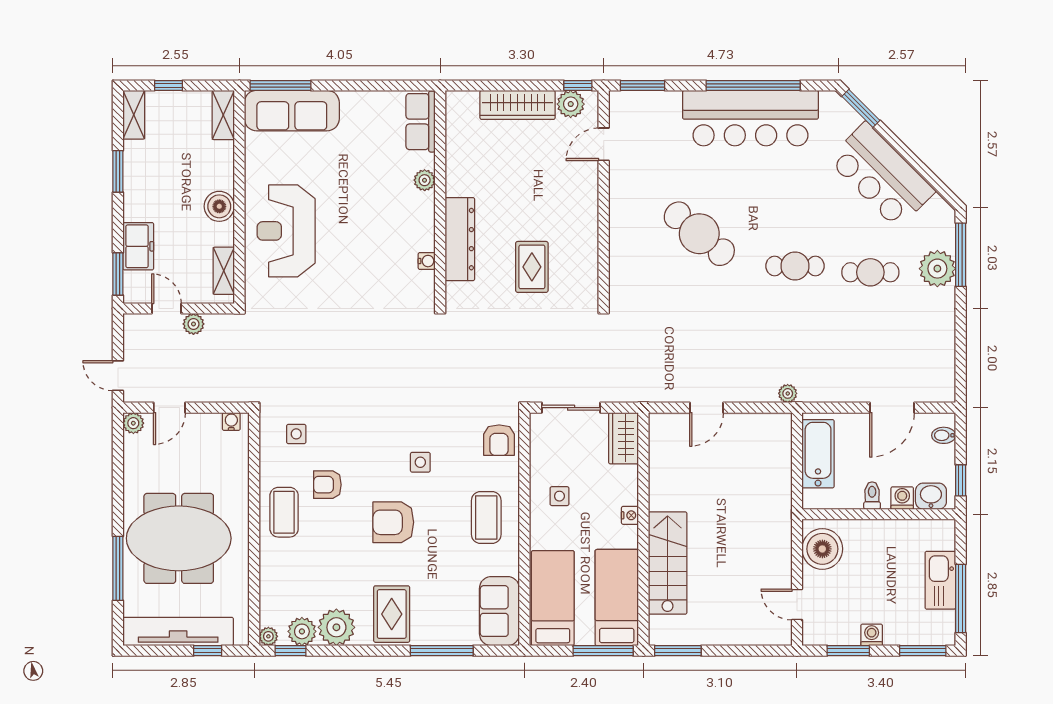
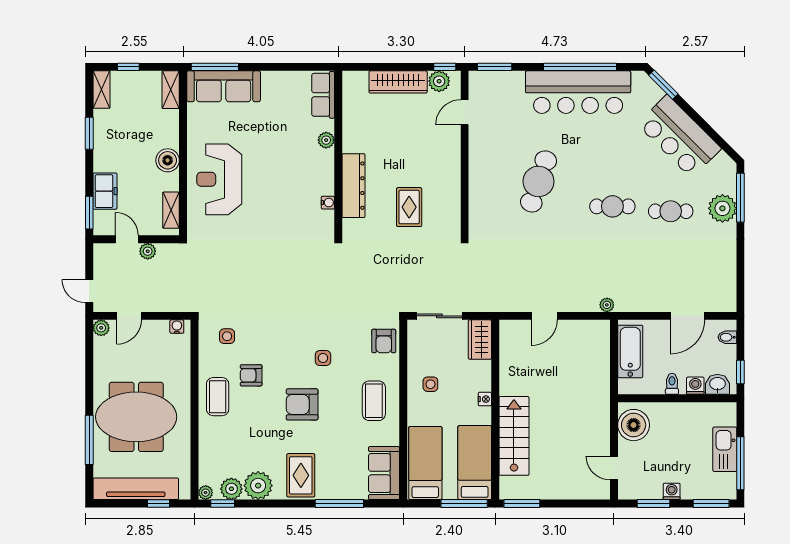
cafe table: (699, 234) -> (538, 181), turned 69

